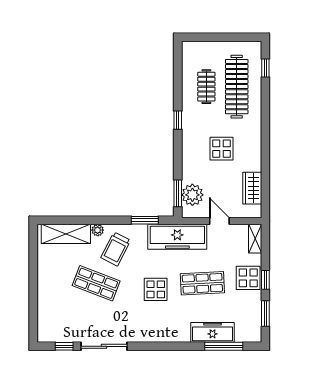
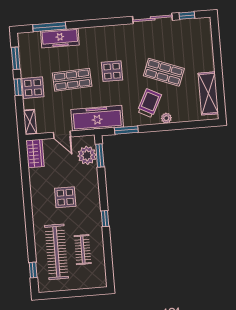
wardrobe: (252, 188) -> (35, 153), moved
shelving: (66, 234) -> (208, 93), moved, turned 90

